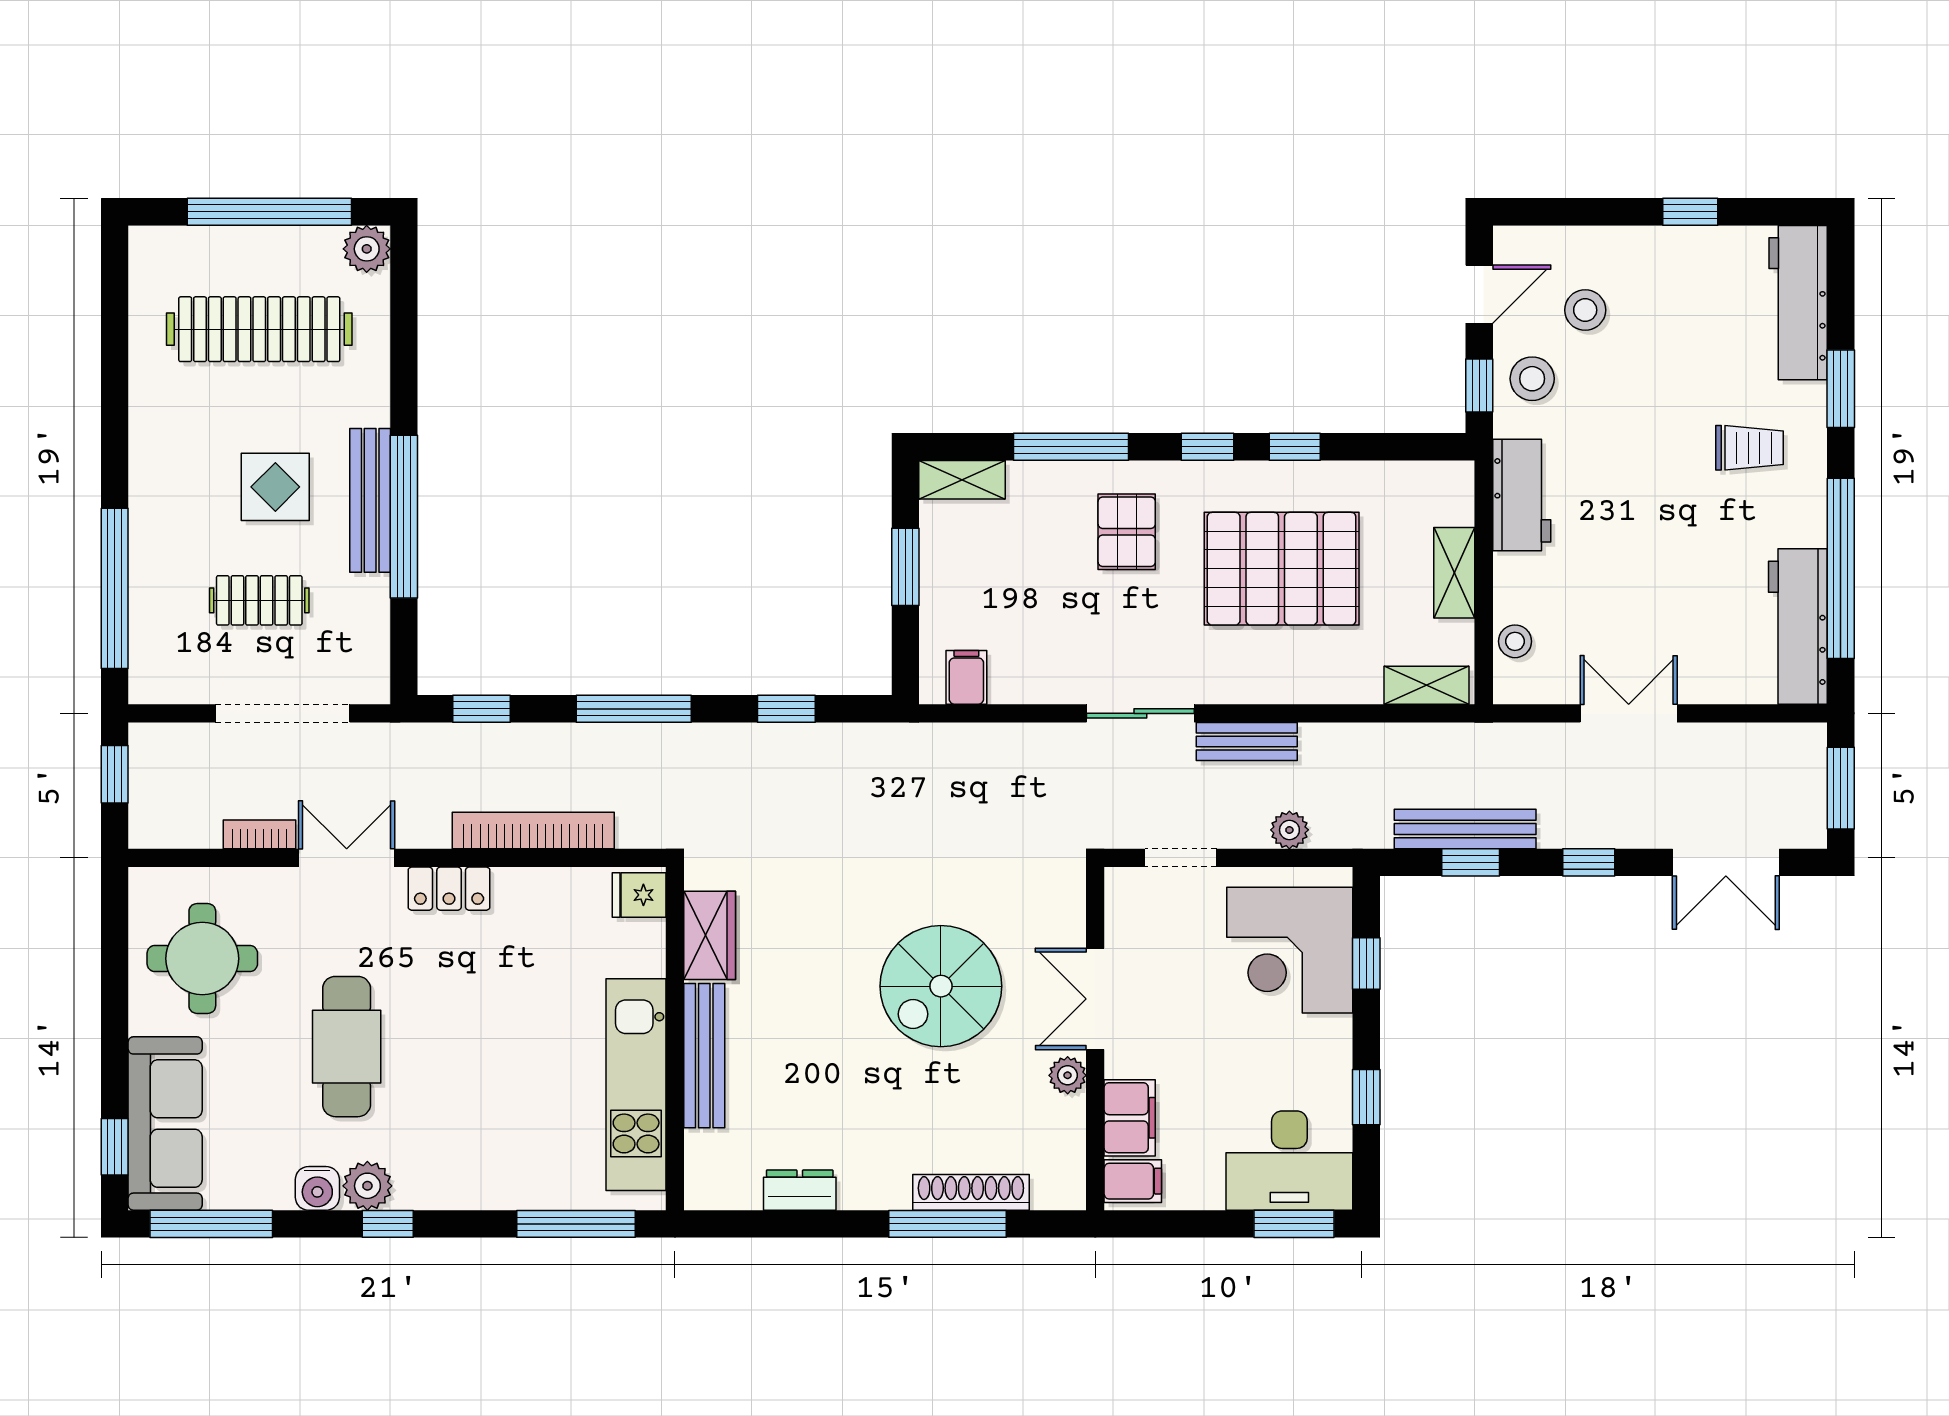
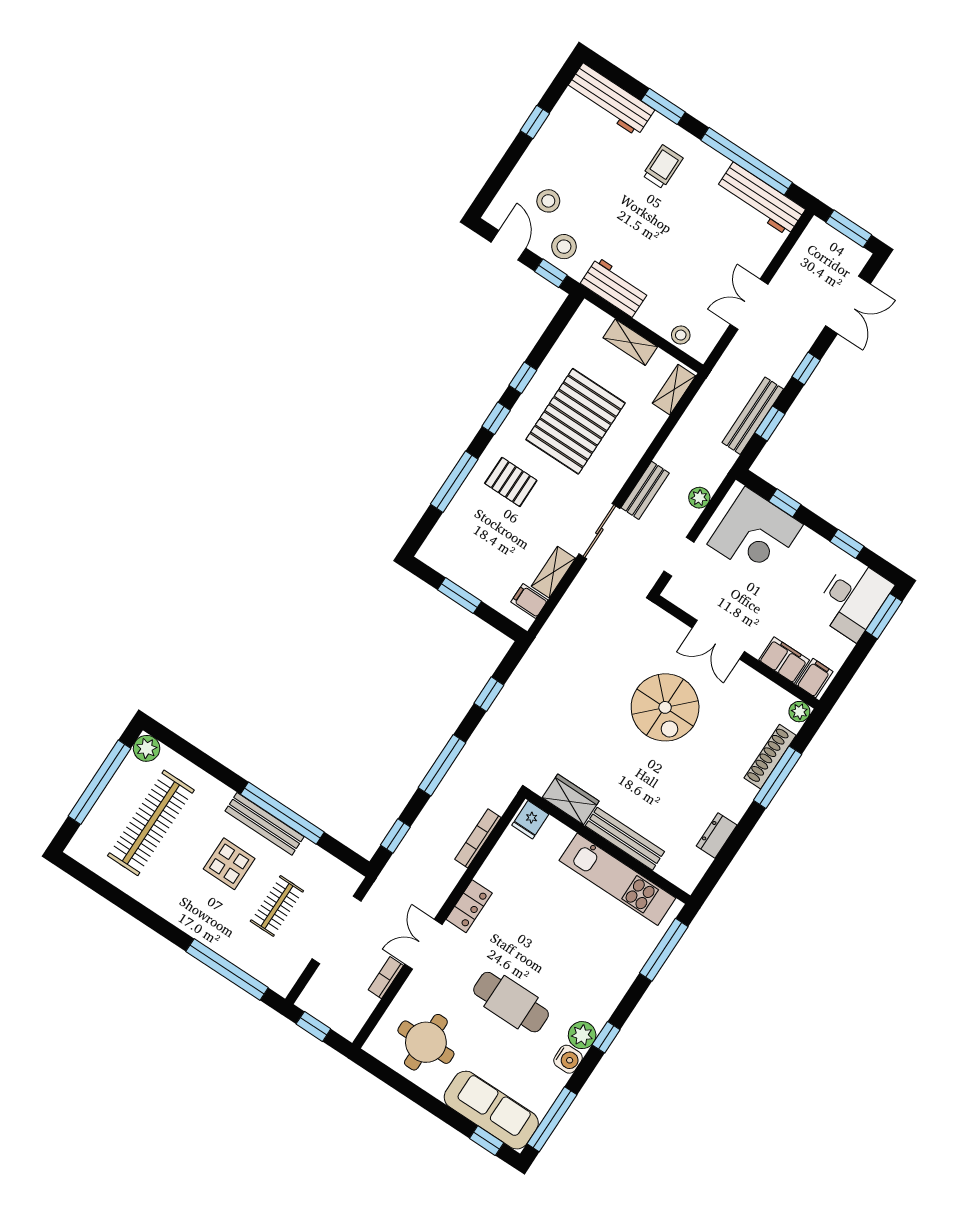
shelving: (962, 480) -> (553, 572), moved
bookcase: (533, 830) -> (478, 838), width x0.68, depth x0.76
plant: (1068, 1075) -> (799, 712), moved

